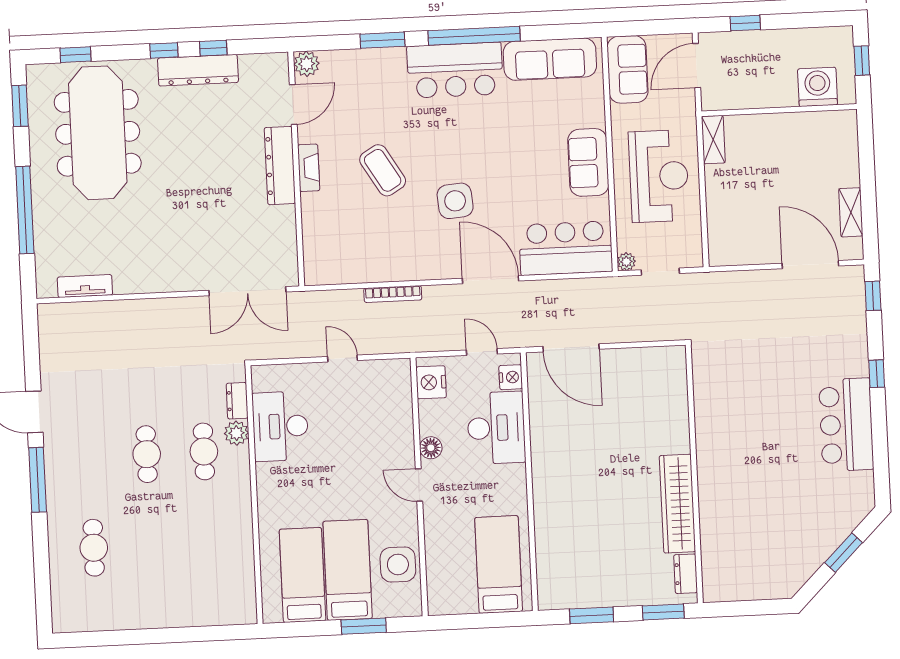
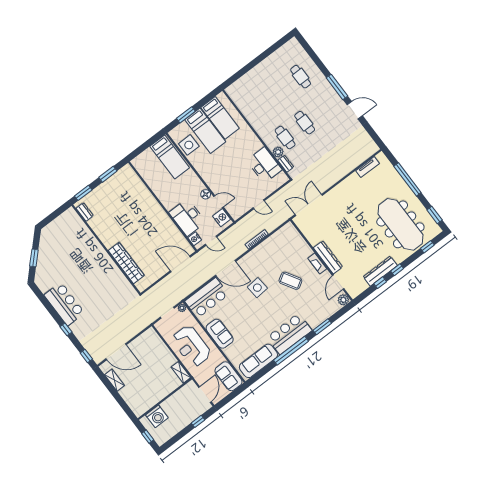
door: (419, 485) -> (219, 202), moved
wardrobe: (677, 504) -> (126, 263), moved
bed: (499, 564) -> (170, 157), moved

